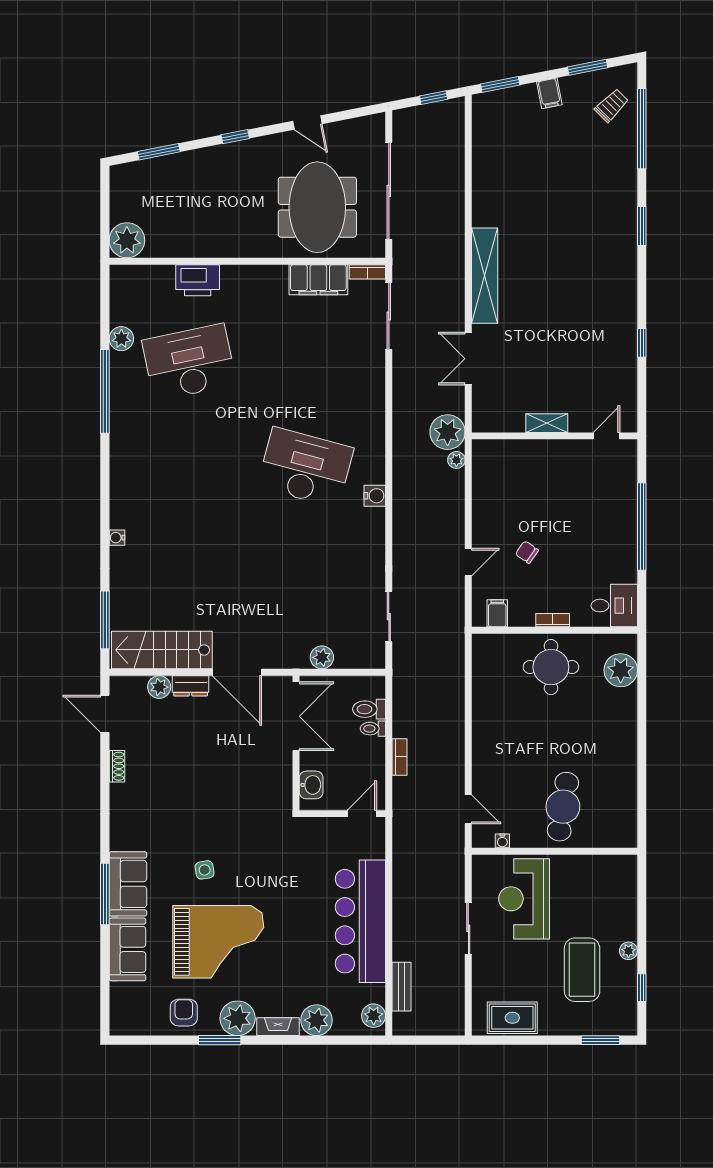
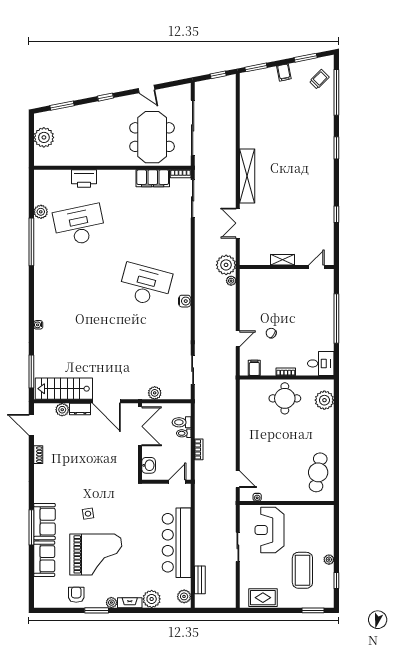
plant: (127, 240) -> (44, 137), moved
cafe table: (563, 807) -> (318, 472), moved
plant: (238, 1018) -> (111, 603), width x0.53, depth x0.53

